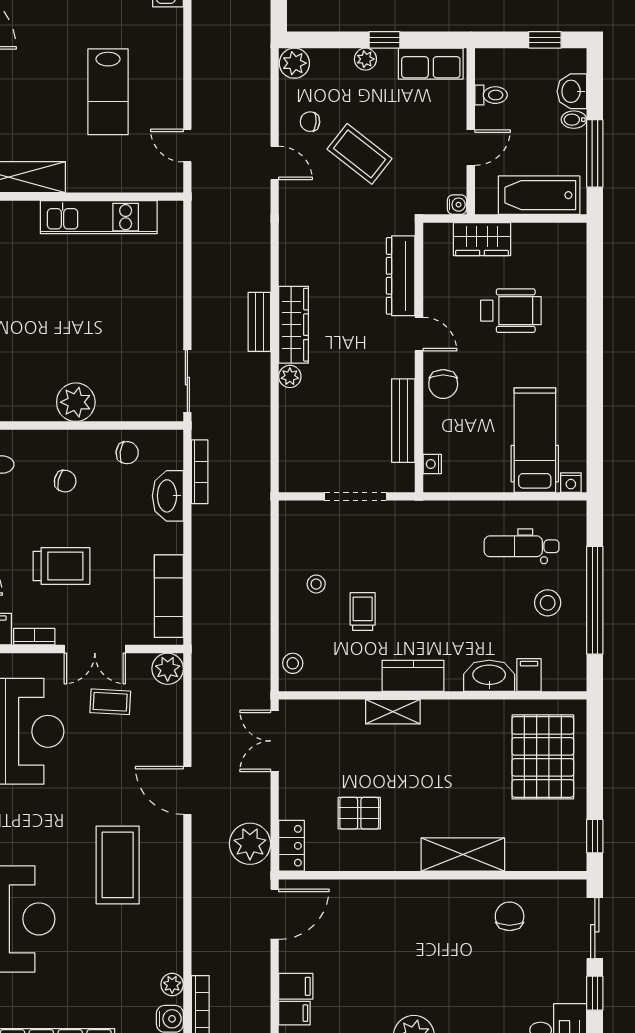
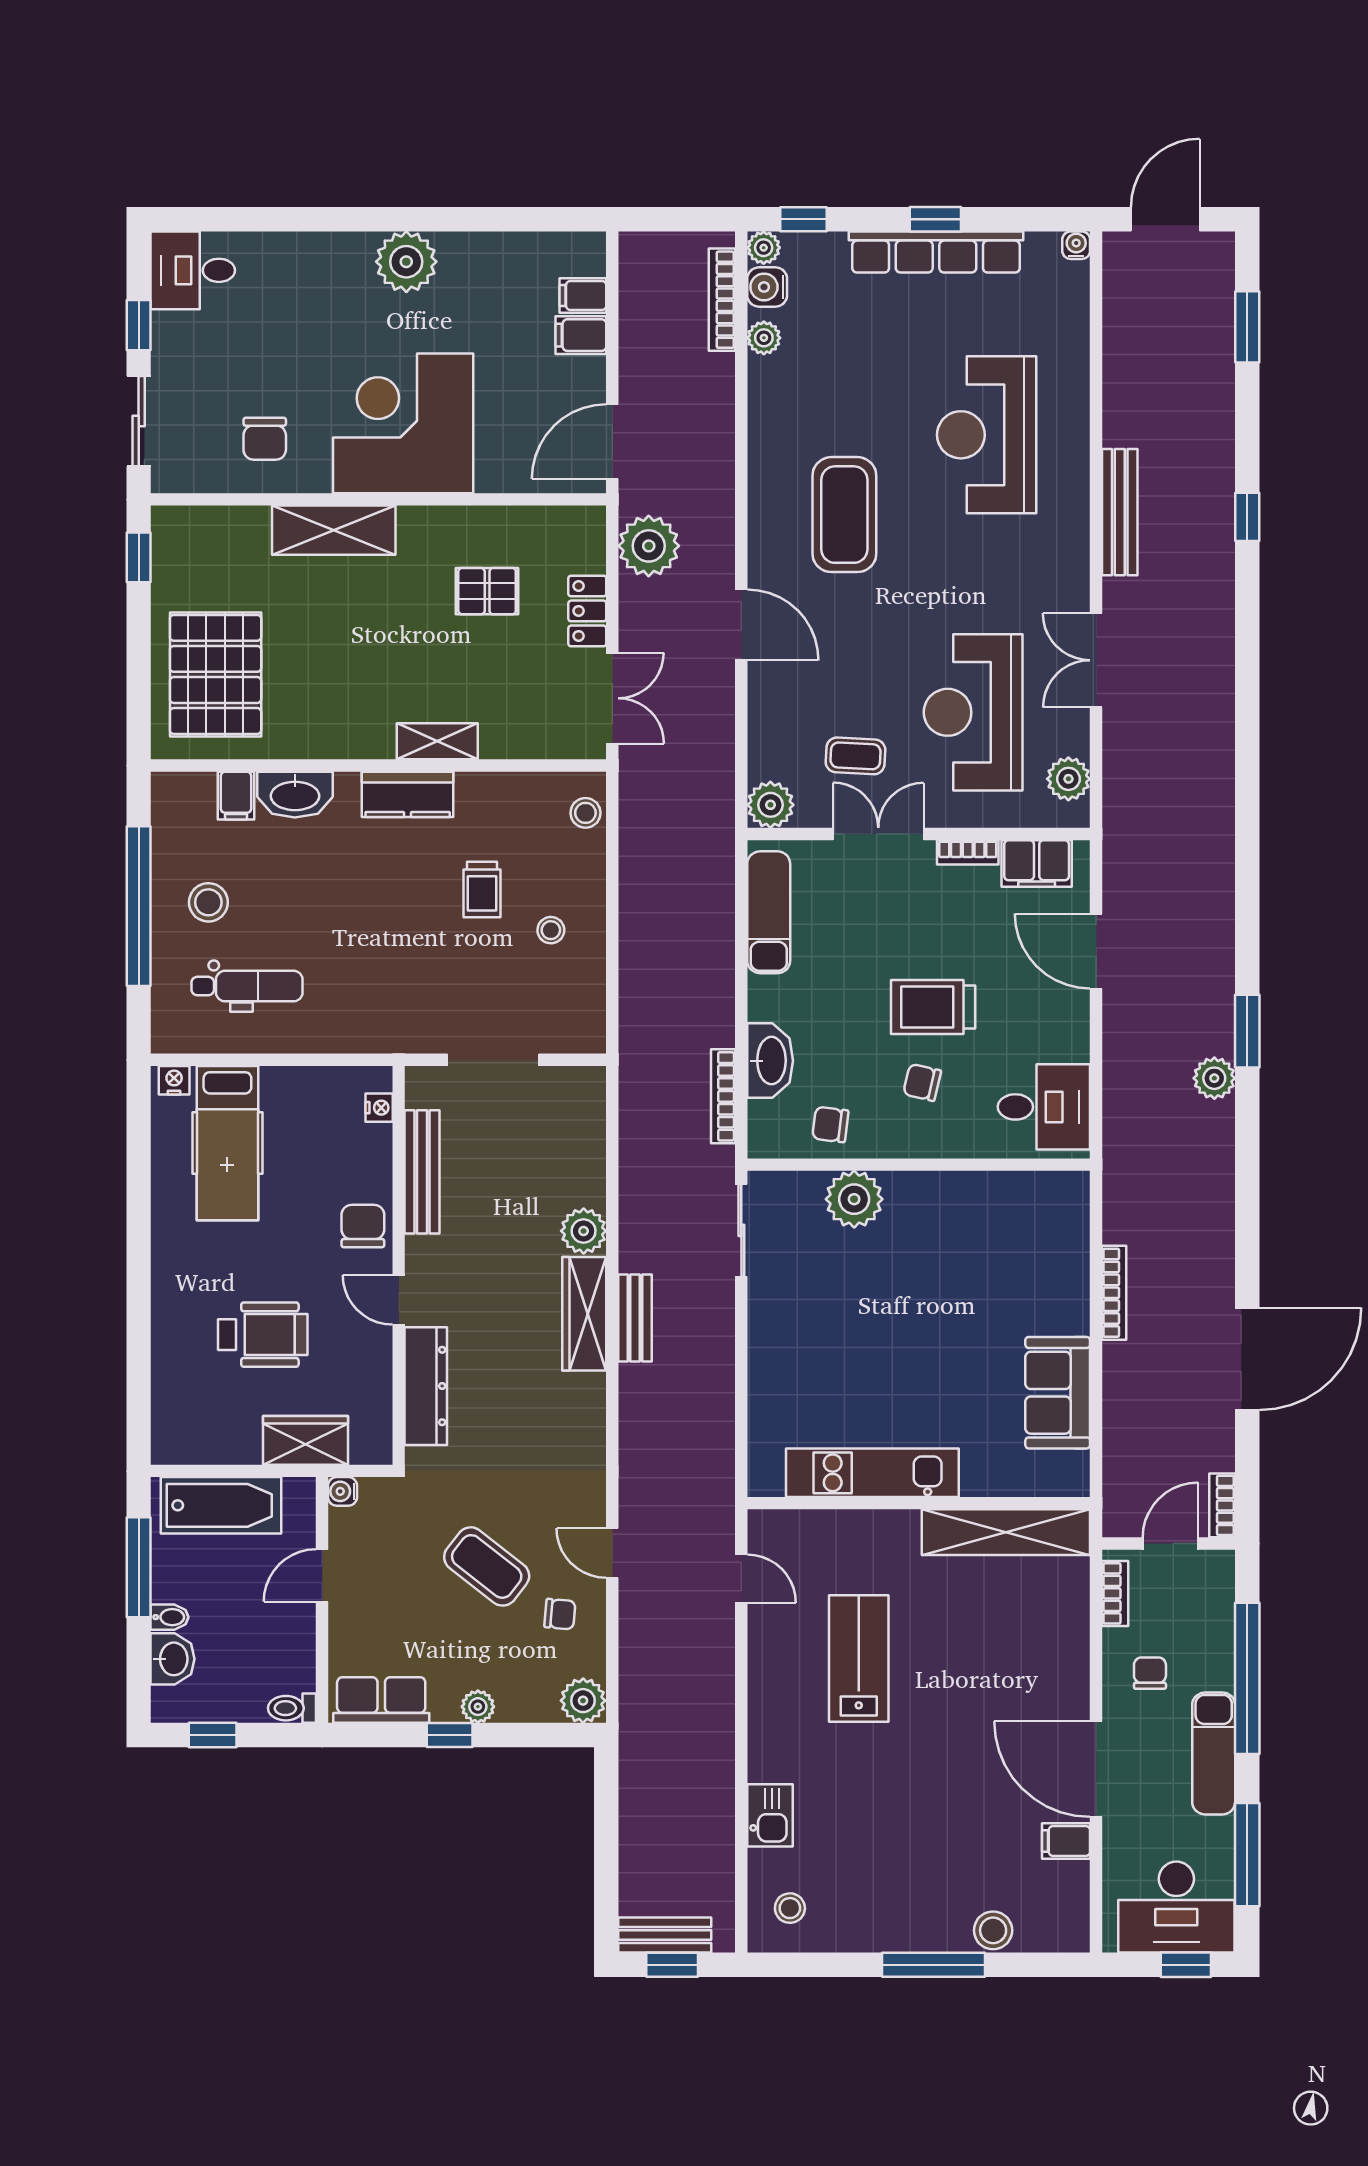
toilet: (491, 95) -> (292, 1708), moved
wheelchair: (511, 311) -> (263, 1335), turned 180
plant: (290, 376) -> (584, 1231), width x1.38, depth x1.38
plant: (76, 402) -> (854, 1199), moved
trolley: (61, 566) -> (933, 1007), moved
locker: (291, 846) -> (587, 611), moved
corner desk: (416, 927) -> (403, 423), added

